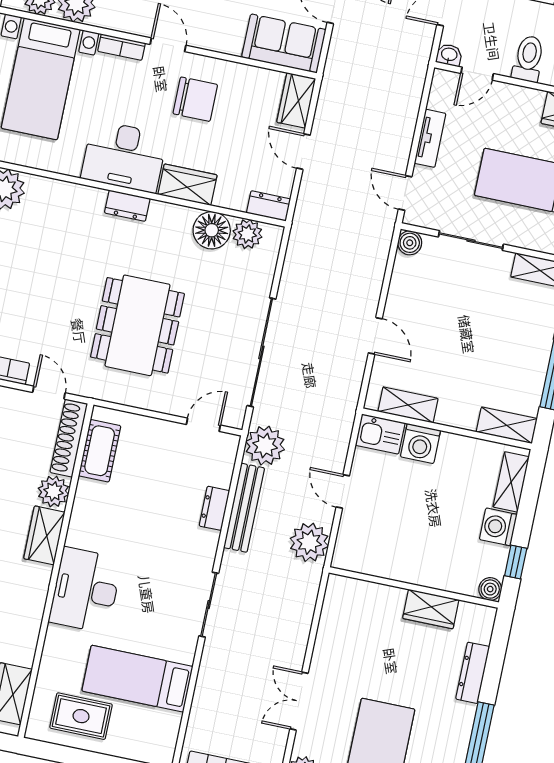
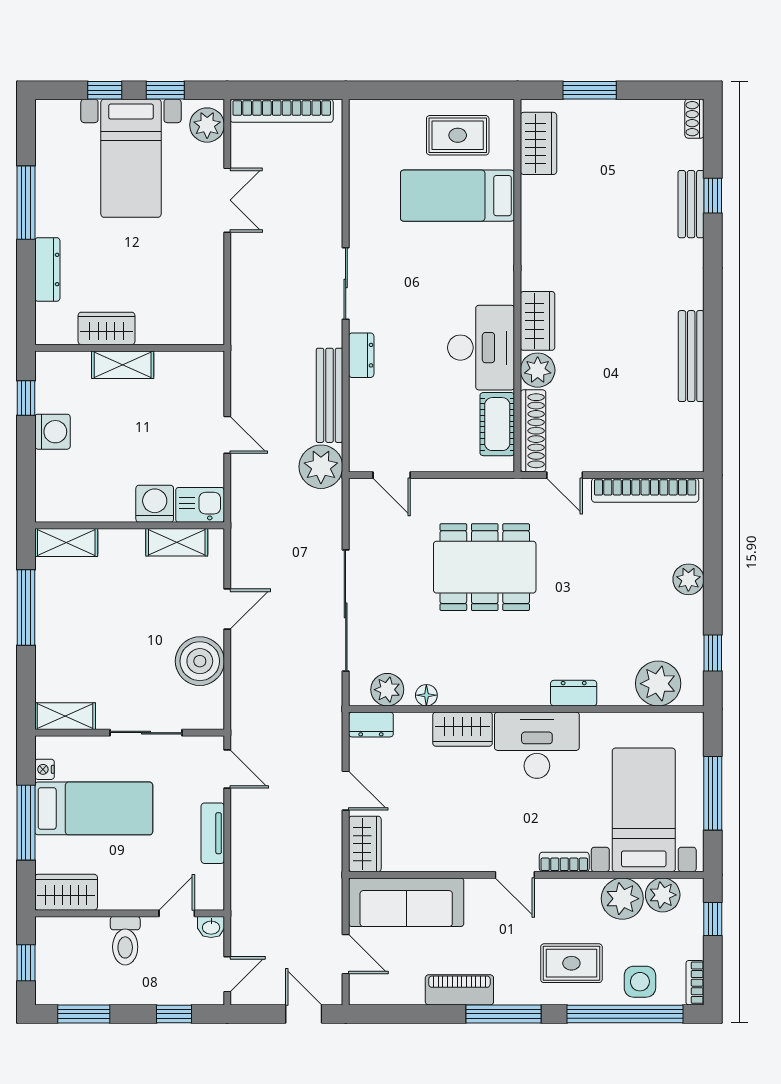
sofa: (284, 43) -> (406, 902), width x1.36
chair: (195, 99) -> (473, 823), removed
dresser: (127, 206) -> (574, 693), moved
floor lamp: (212, 230) -> (426, 695), width x0.53, depth x0.53
boiler: (410, 243) -> (200, 661), moved, width x1.86, depth x1.86
dining table: (137, 325) -> (485, 567), turned 90
door: (375, 336) -> (227, 609), swing flipped
sliding door: (261, 352) -> (346, 610), moved
door: (203, 425) -> (392, 475), hinge flipped
shelving: (511, 482) -> (123, 365), moved, turned 90
dresser: (214, 508) -> (361, 355), moved
plant: (309, 542) -> (252, 373), removed
boiler: (490, 589) -> (47, 363), removed
desk: (86, 590) -> (481, 348), moved
bed: (137, 679) -> (457, 196), moved, turned 180

